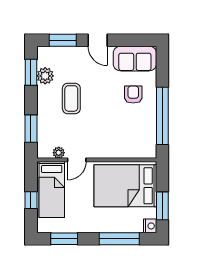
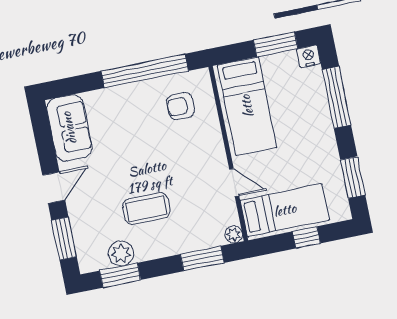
armchair: (133, 95) -> (181, 106), moved
plant: (59, 153) -> (234, 234), moved
bed: (125, 186) -> (247, 106), width x0.67

